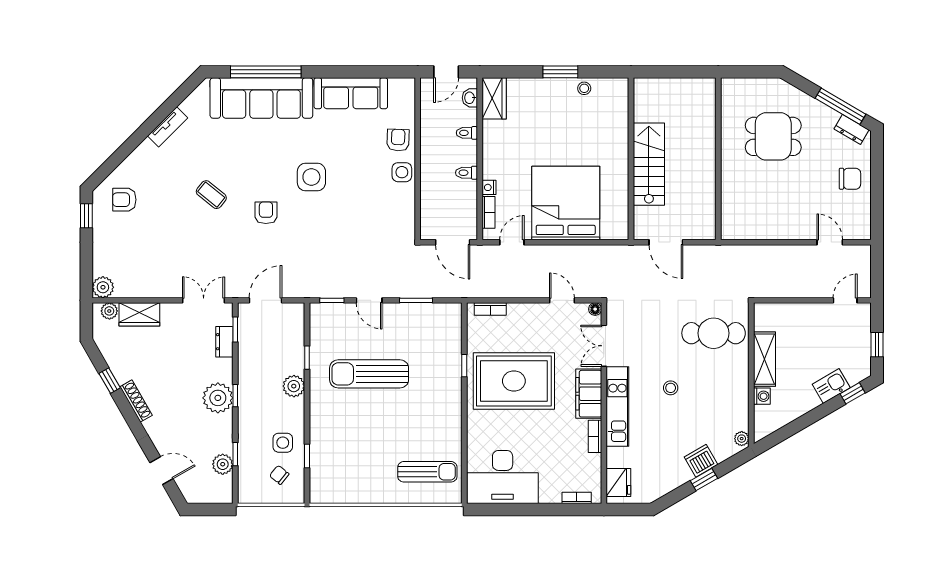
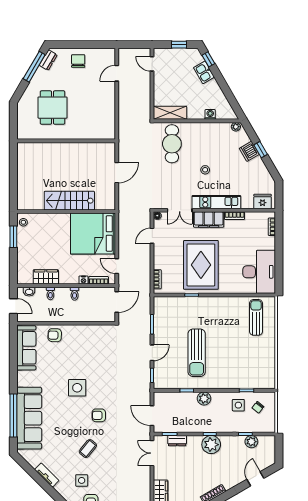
sofa: (351, 93) -> (26, 348), moved
wardrobe: (494, 98) -> (46, 277), moved
wall: (631, 159) -> (66, 211), moved
stairs: (649, 164) -> (69, 201), moved
side table: (402, 172) -> (82, 480), moved
shelving: (765, 359) -> (170, 113), moved

